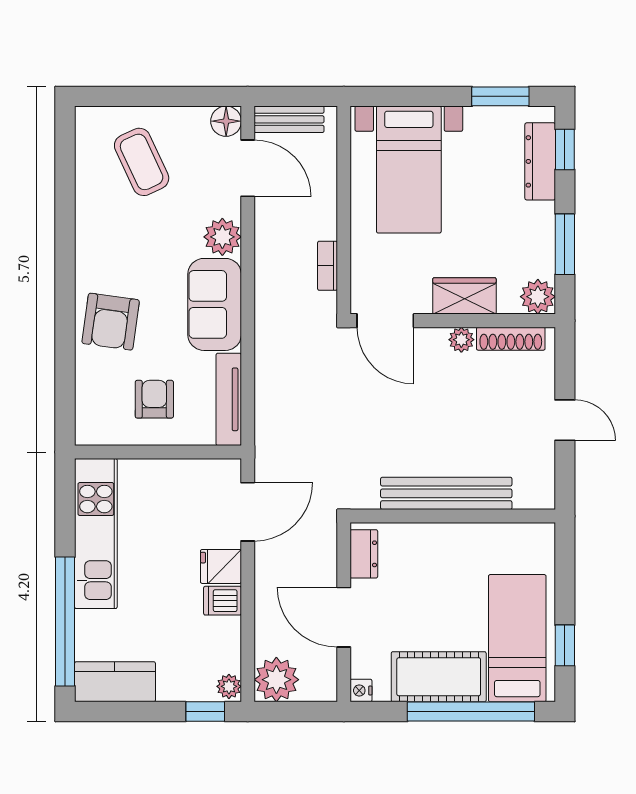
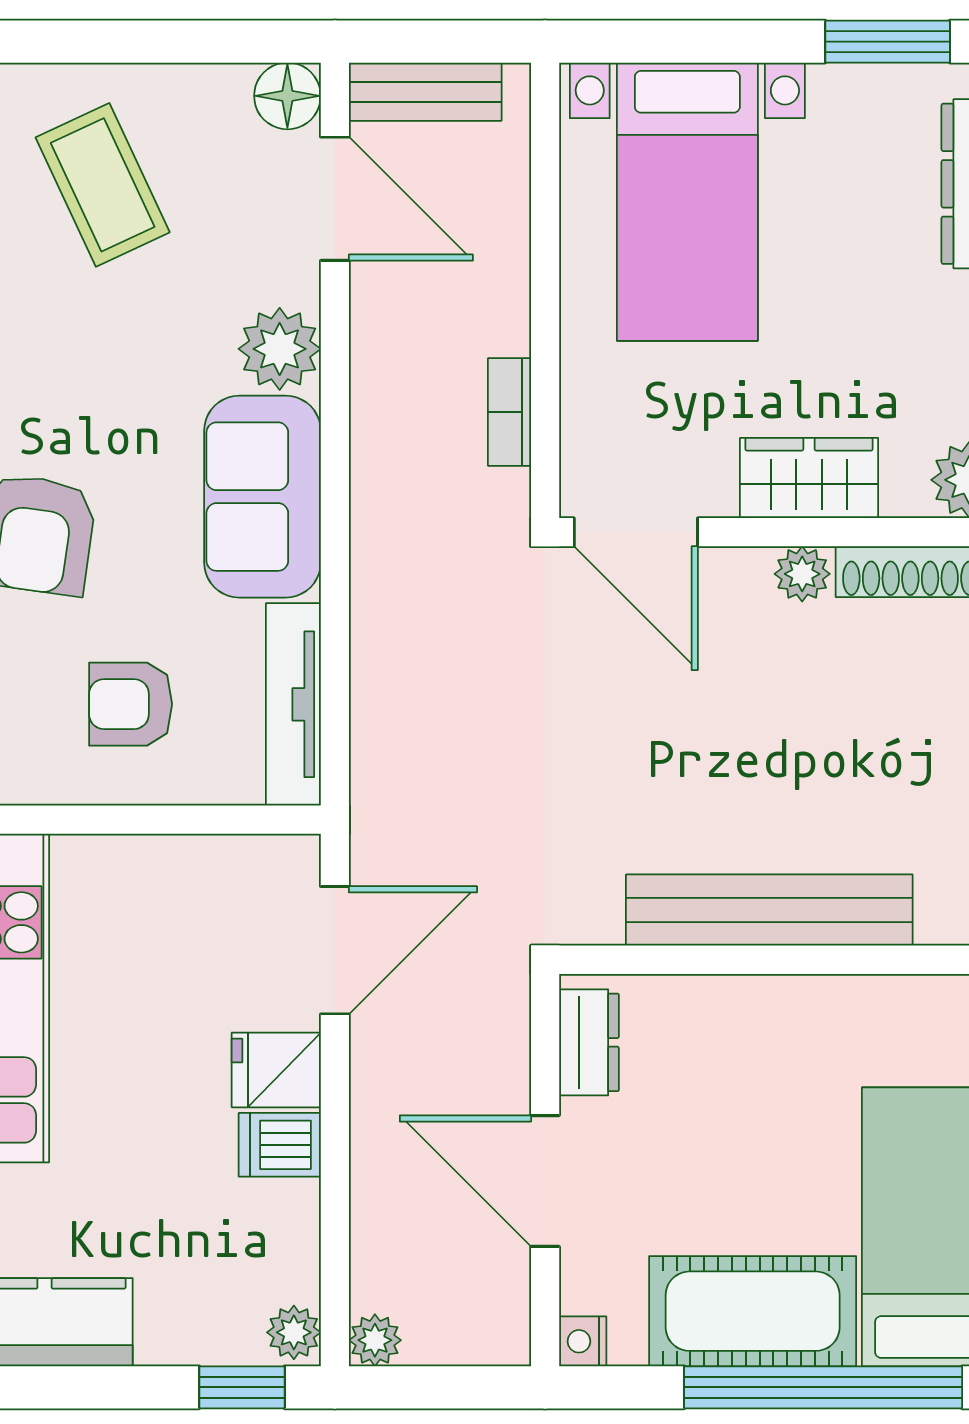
armchair: (154, 399) -> (131, 704), turned -90
plant: (276, 680) -> (375, 1340), width x0.53, depth x0.53

